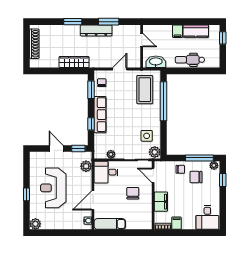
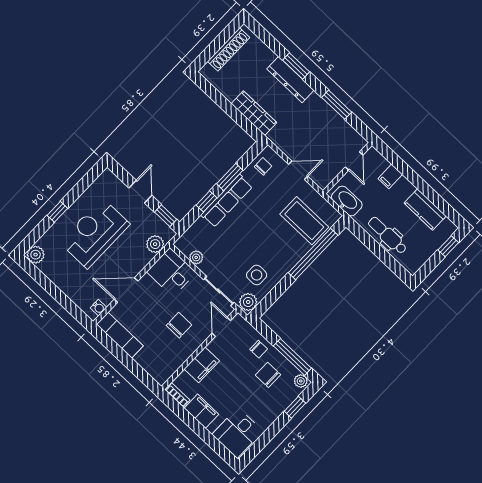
dresser: (96, 30) -> (290, 80), moved
filing cabinet: (177, 31) -> (390, 176), moved
window: (91, 90) -> (230, 177), moved
coffee table: (145, 90) -> (304, 221), turned 90
filing cabinet: (177, 223) -> (202, 411), width x2.00

